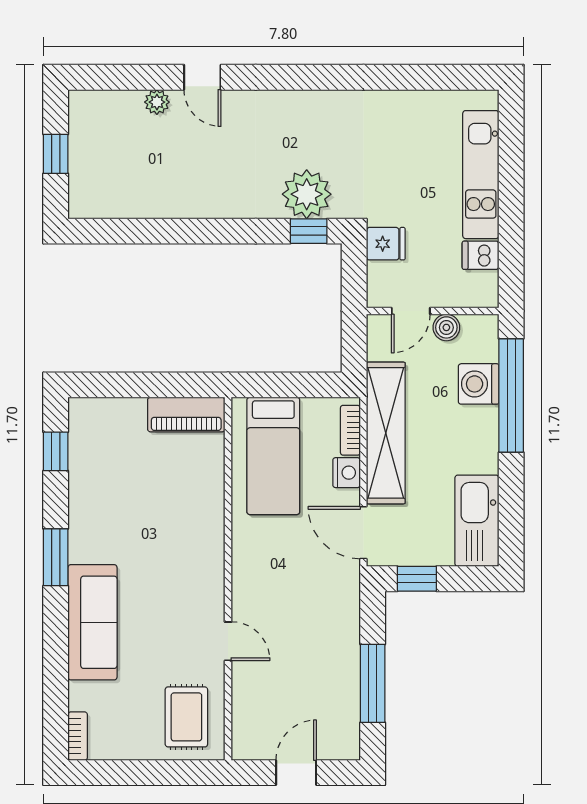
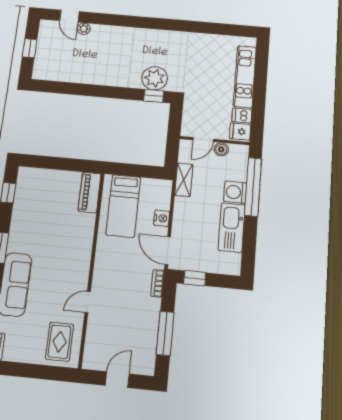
door: (202, 77) -> (69, 16), moved
fridge: (386, 244) -> (240, 132), moved, turned 180
washing machine: (479, 384) -> (235, 192), moved
piano: (186, 415) -> (90, 192), moved, turned 90
bookcase: (350, 430) -> (157, 283), moved
shelving: (386, 433) -> (184, 180), width x0.45, depth x0.75
kitchen sink: (477, 521) -> (232, 227), moved
door: (228, 641) -> (88, 302), swing flipped

